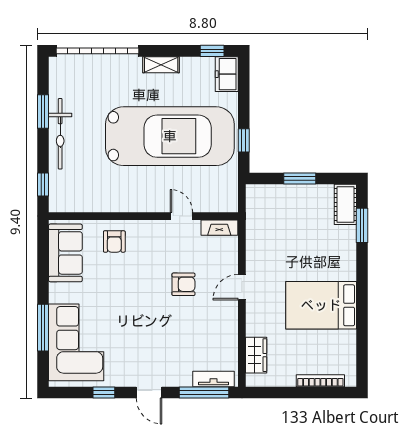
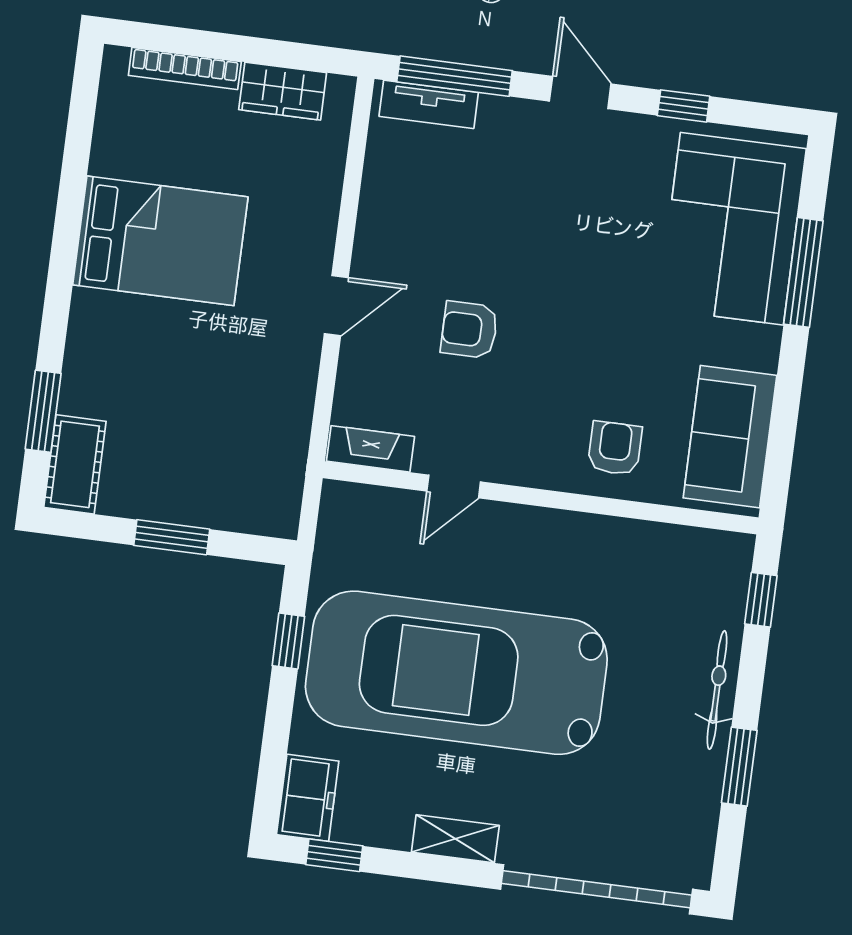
bicycle: (60, 134) -> (717, 690), width x0.73, depth x0.71
door: (181, 216) -> (454, 486), hinge flipped
wardrobe: (256, 355) -> (283, 91), moved, turned -90

